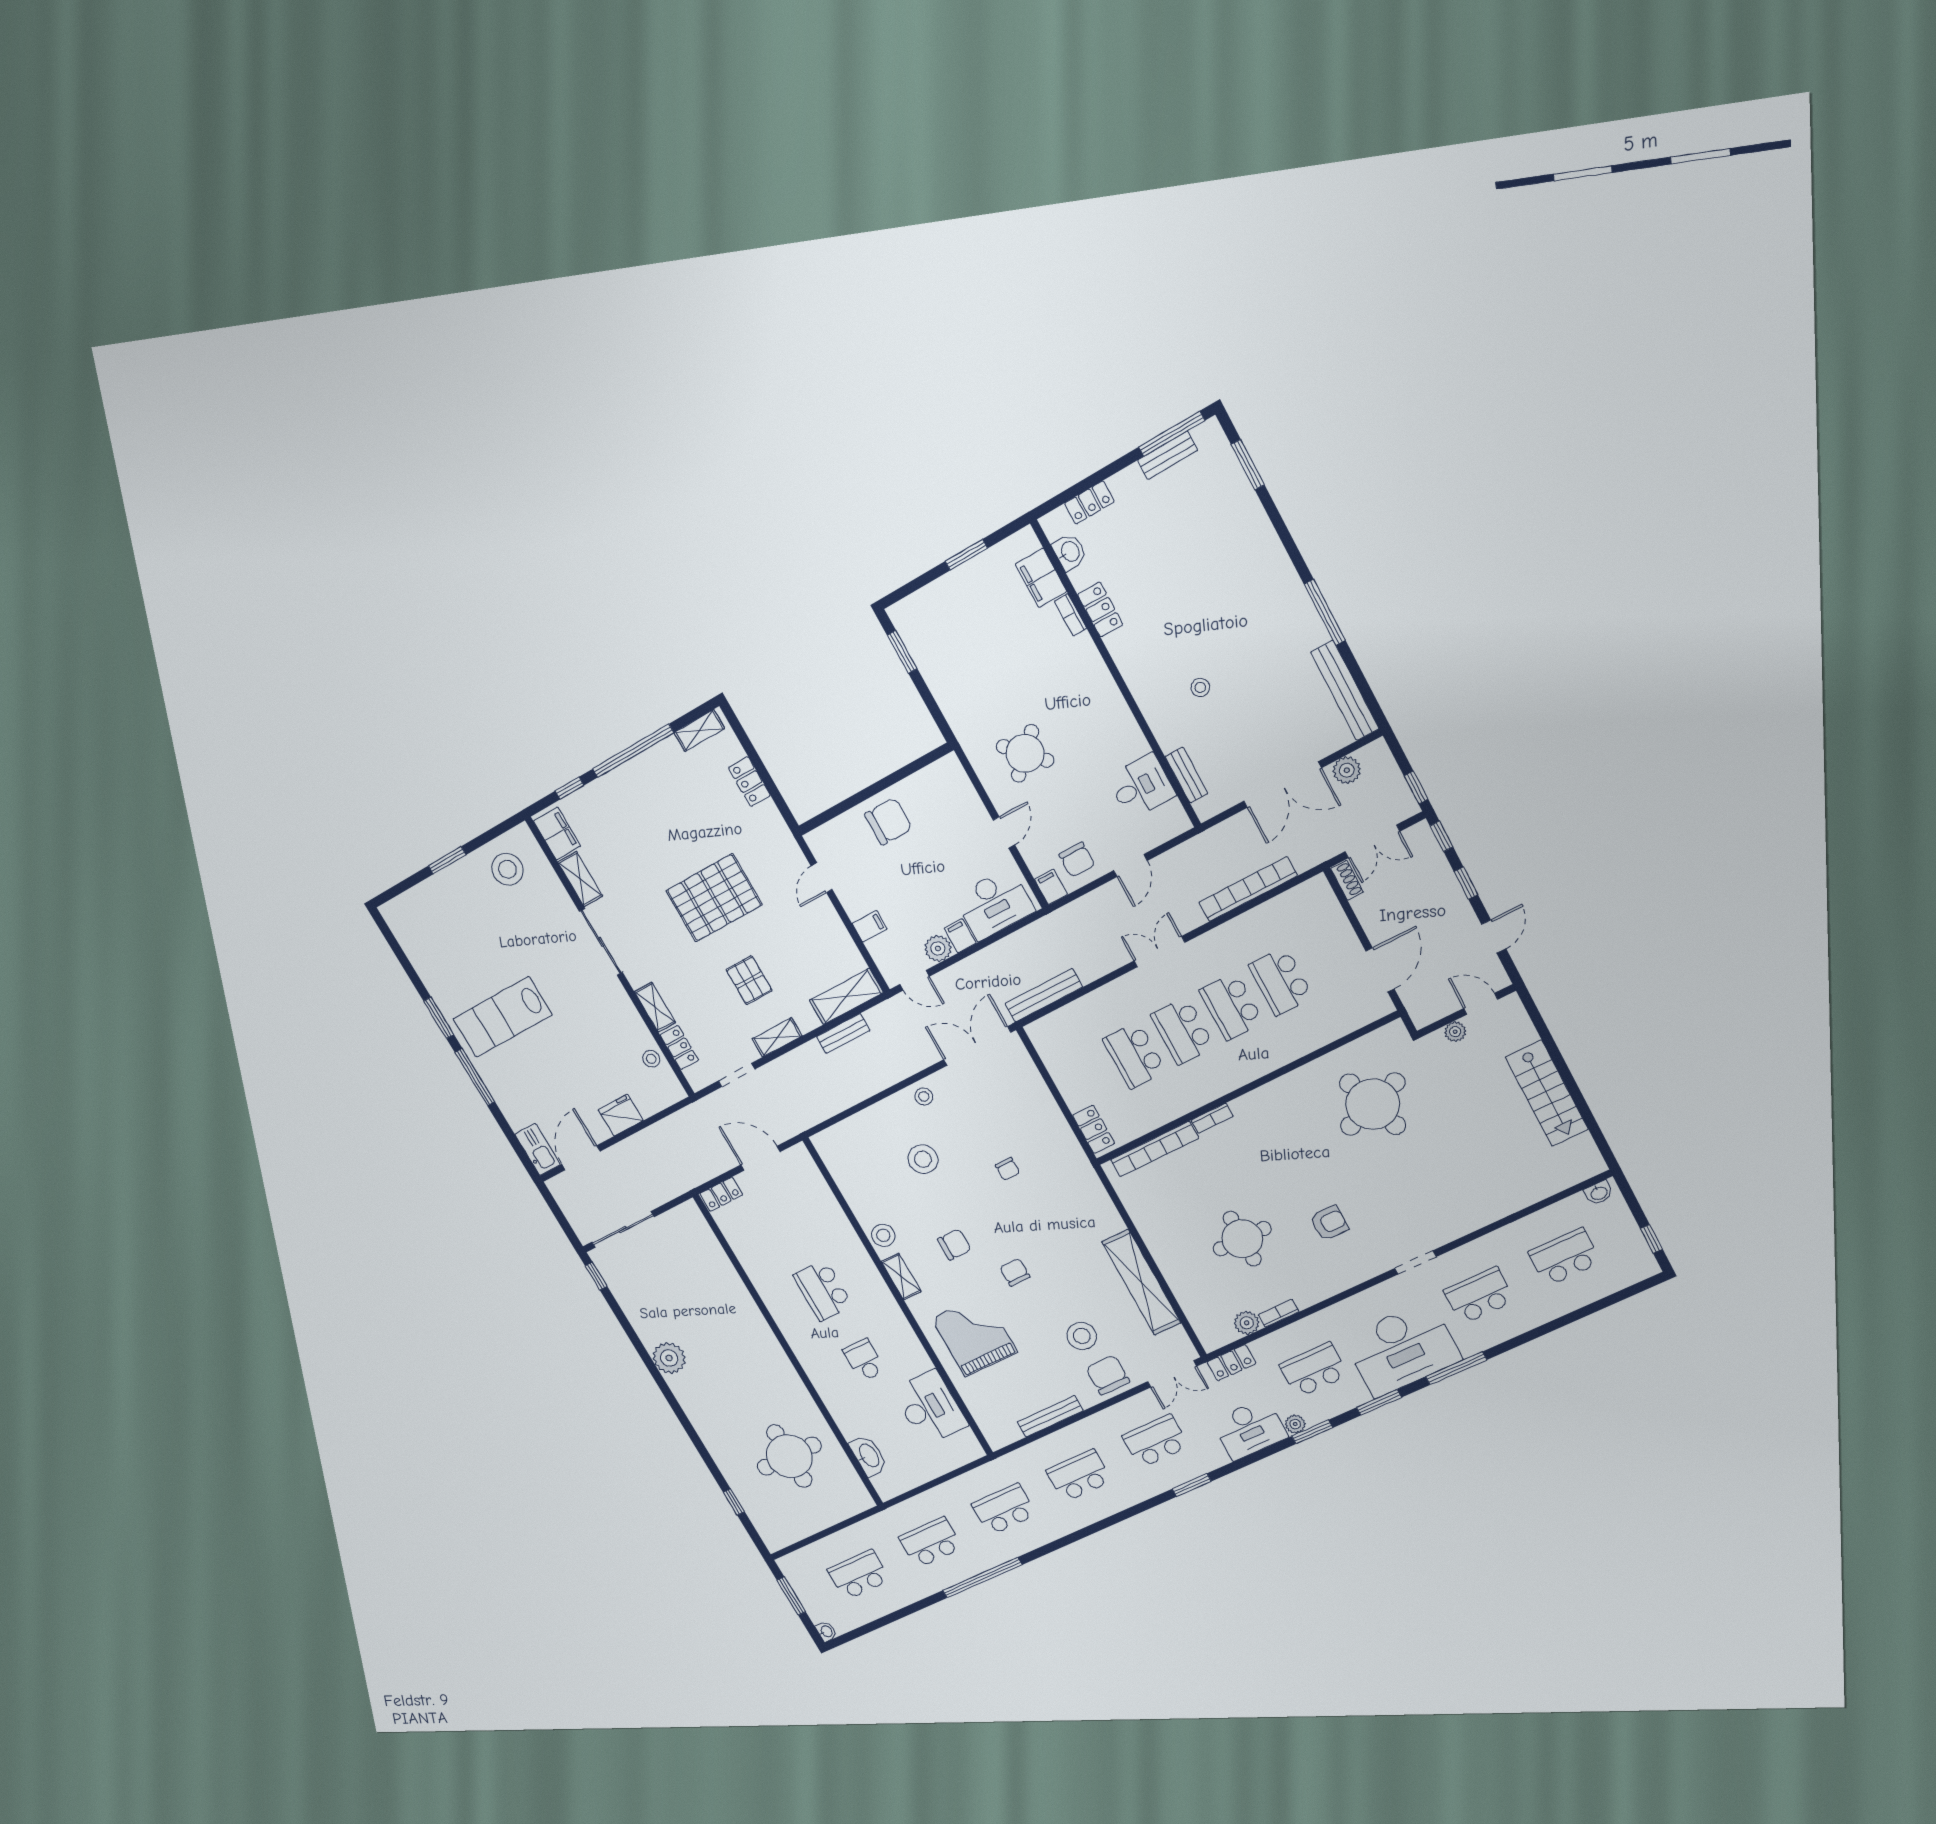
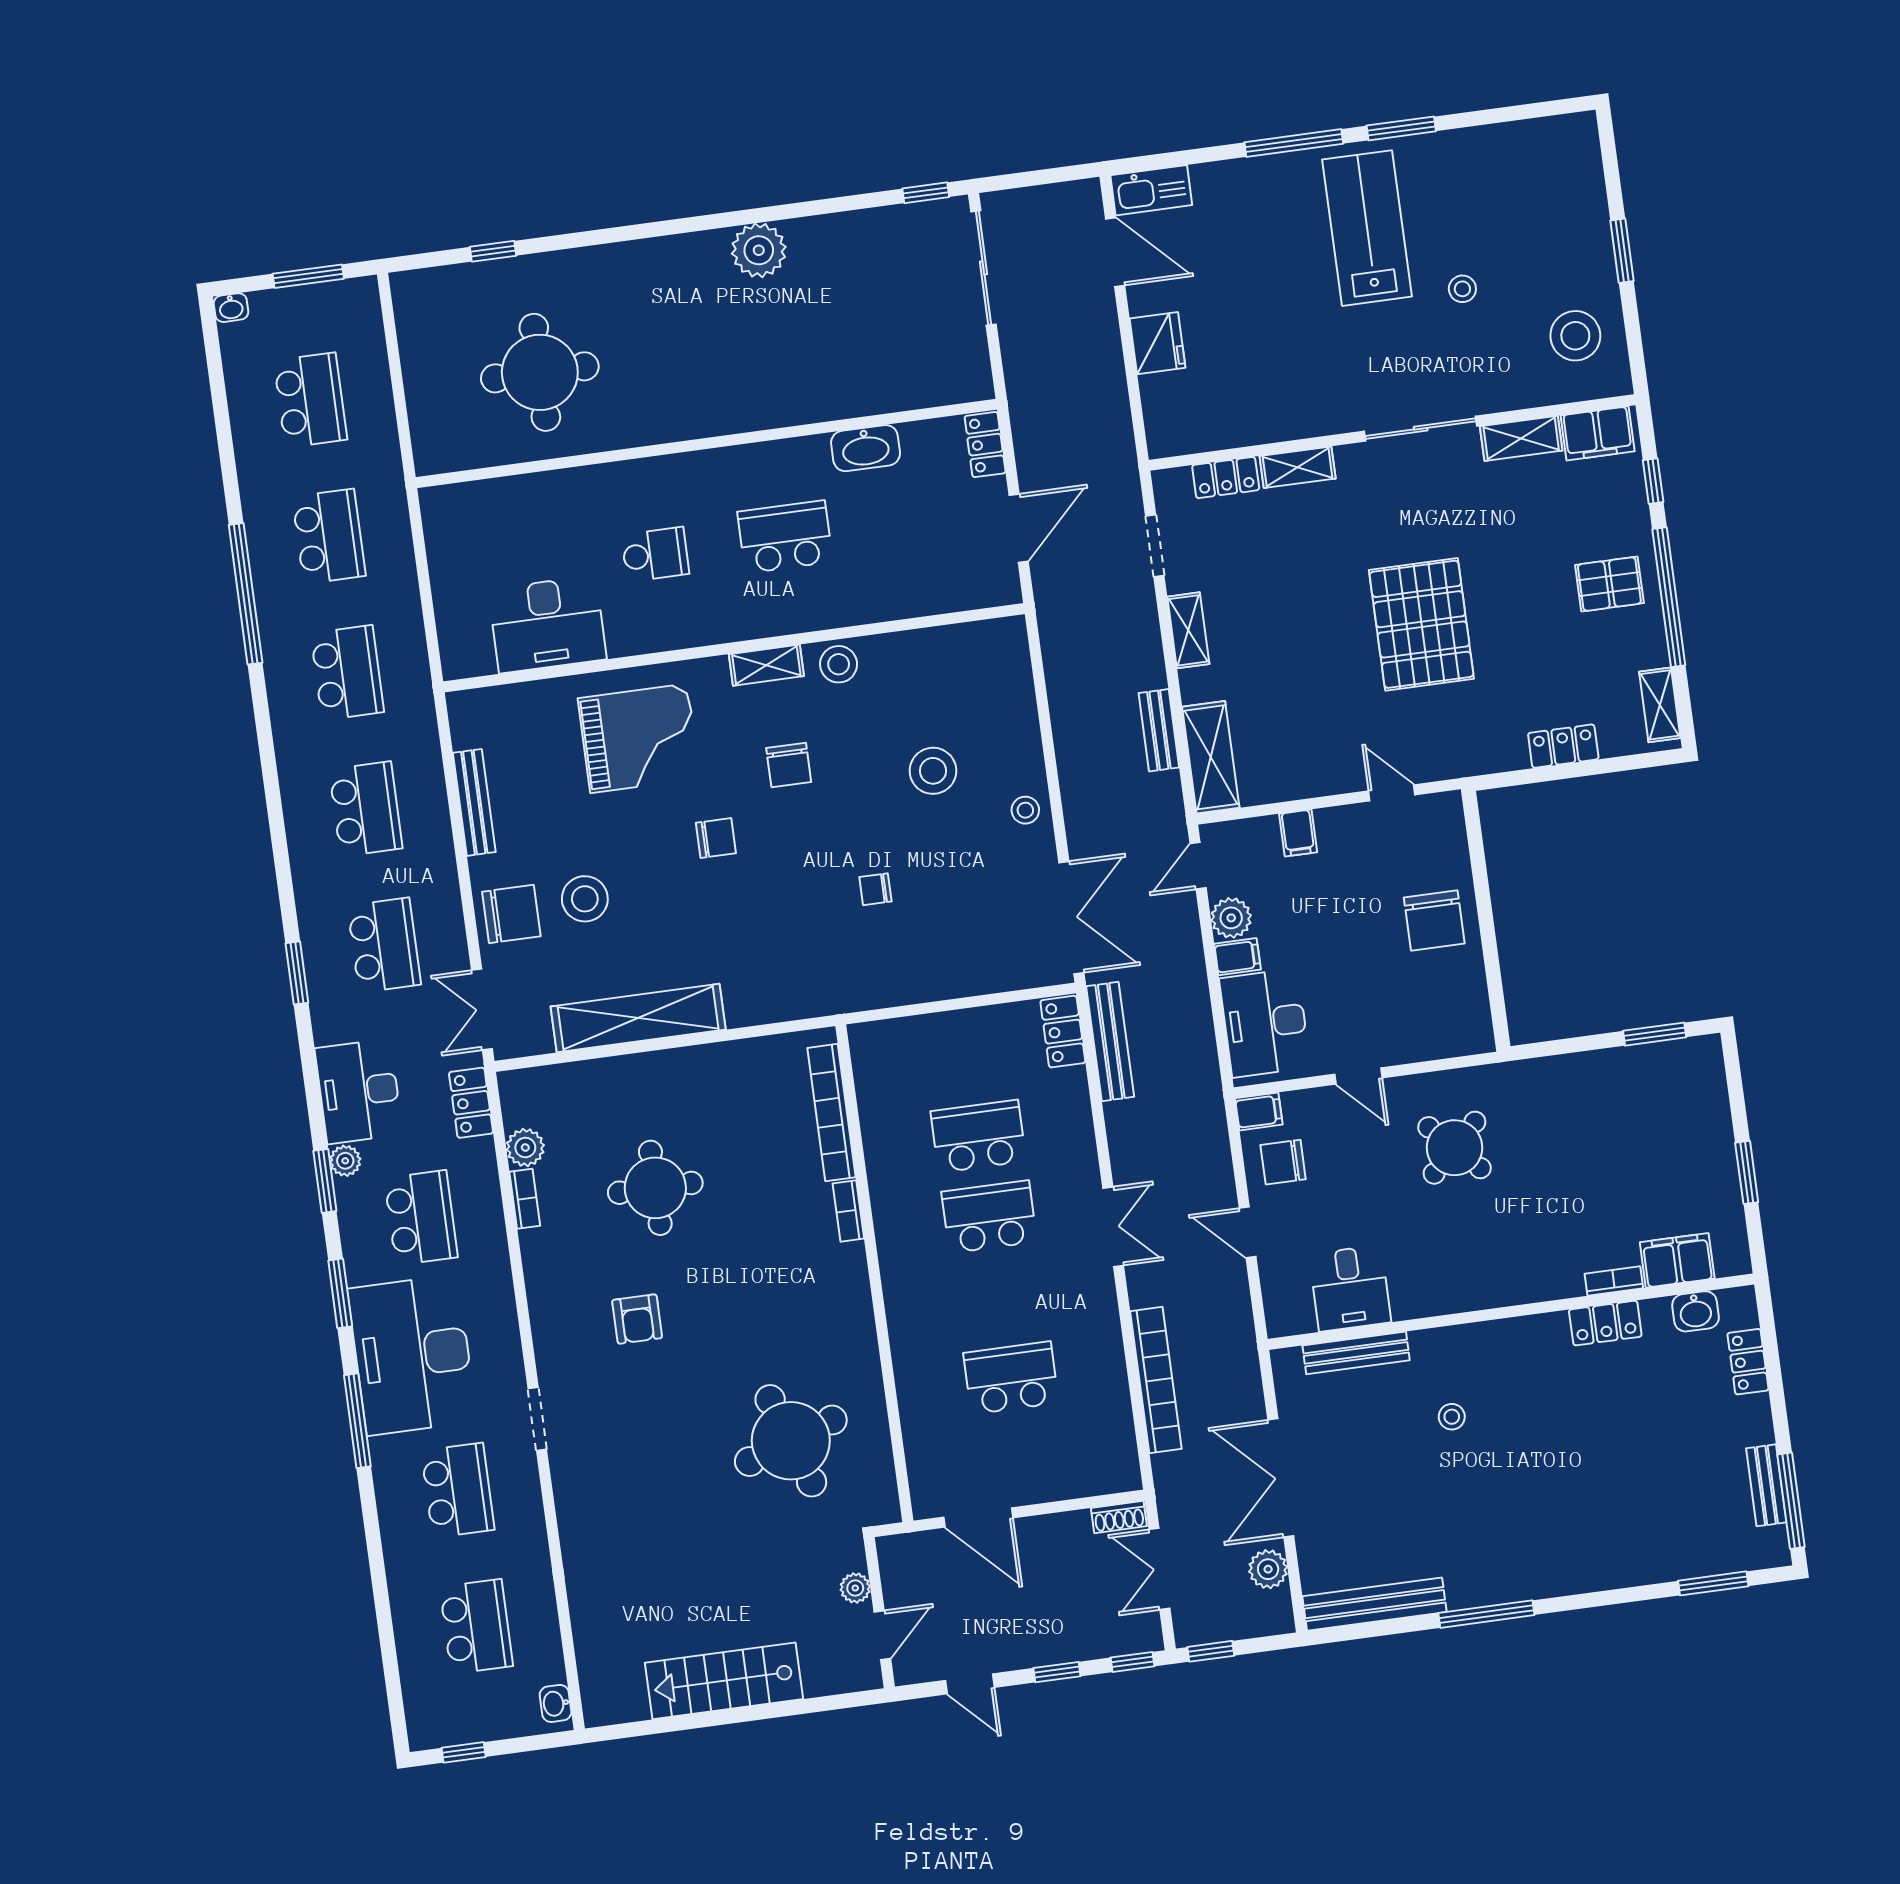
bench: (1186, 775) -> (1356, 1353), width x1.36
pallet: (749, 980) -> (1609, 584), moved
school desk: (1231, 1006) -> (1000, 1297), removed
stool: (651, 1059) -> (1462, 289), moved
locker: (1094, 1129) -> (1063, 1032), moved, turned 90
washbasin: (869, 1456) -> (866, 448), moved

